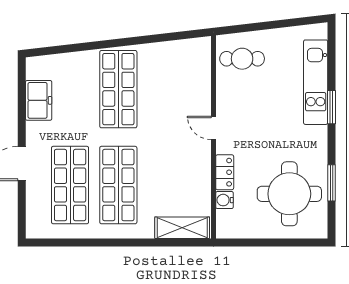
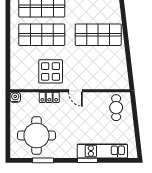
door: (213, 128) -> (75, 91), swing flipped
display table: (181, 170) -> (51, 71), added
water cooler: (224, 200) -> (15, 97), moved
shelving: (182, 228) -> (17, 72), removed

